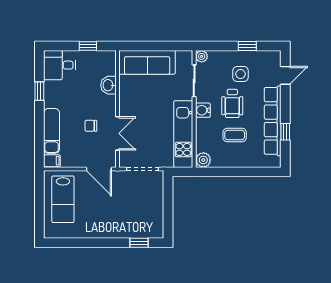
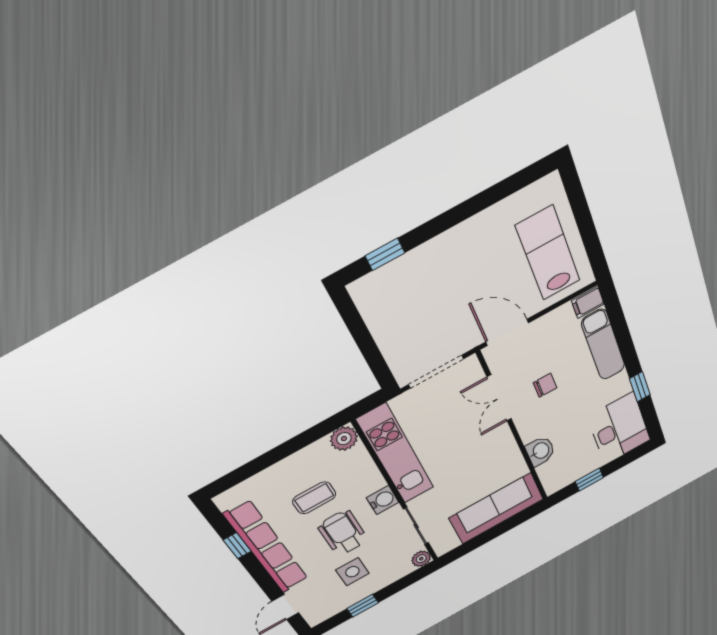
desk: (60, 65) -> (619, 429), width x1.37

